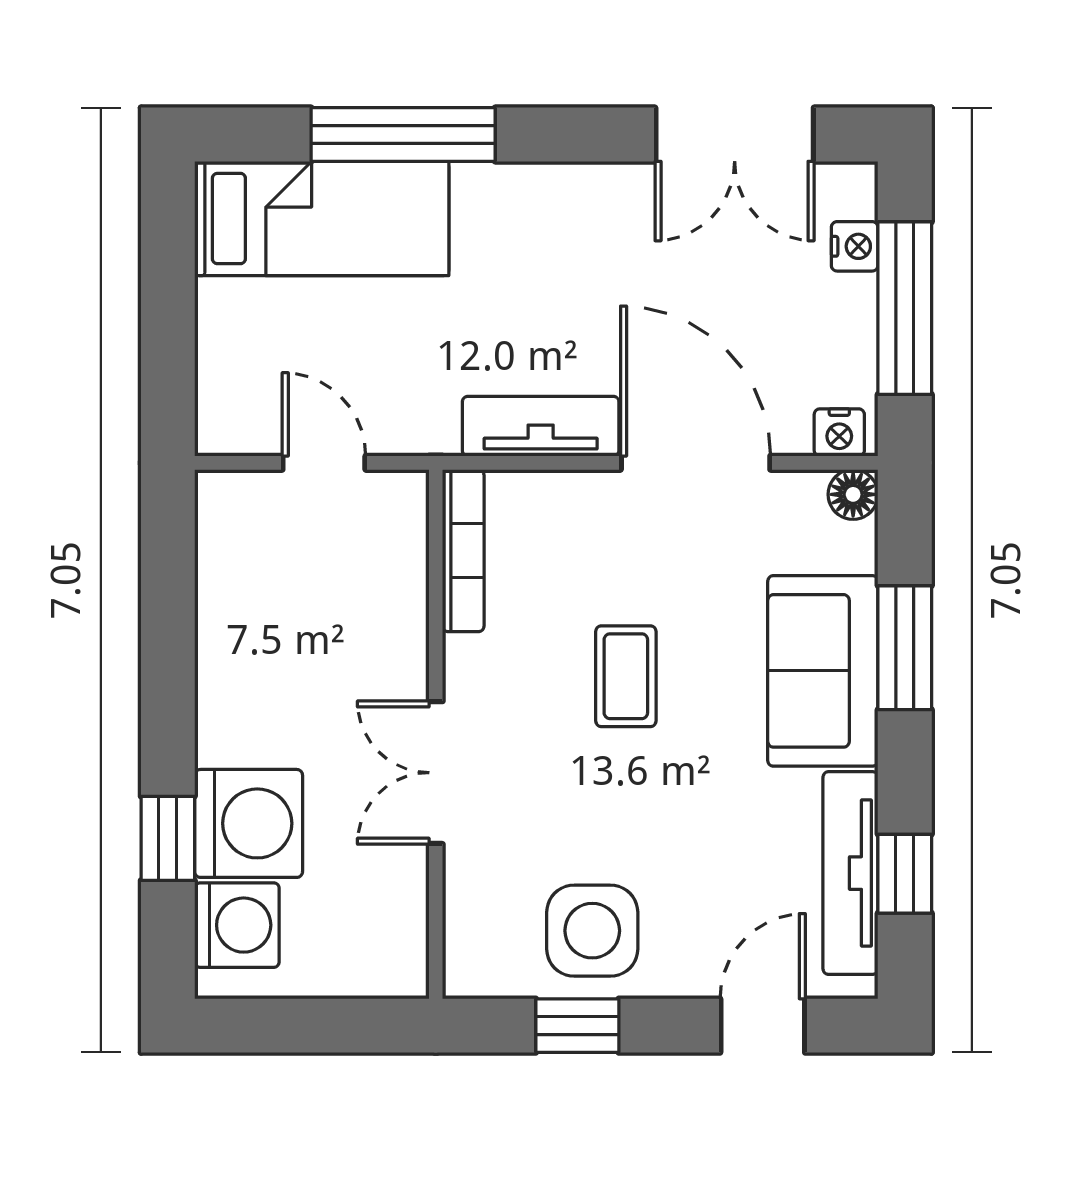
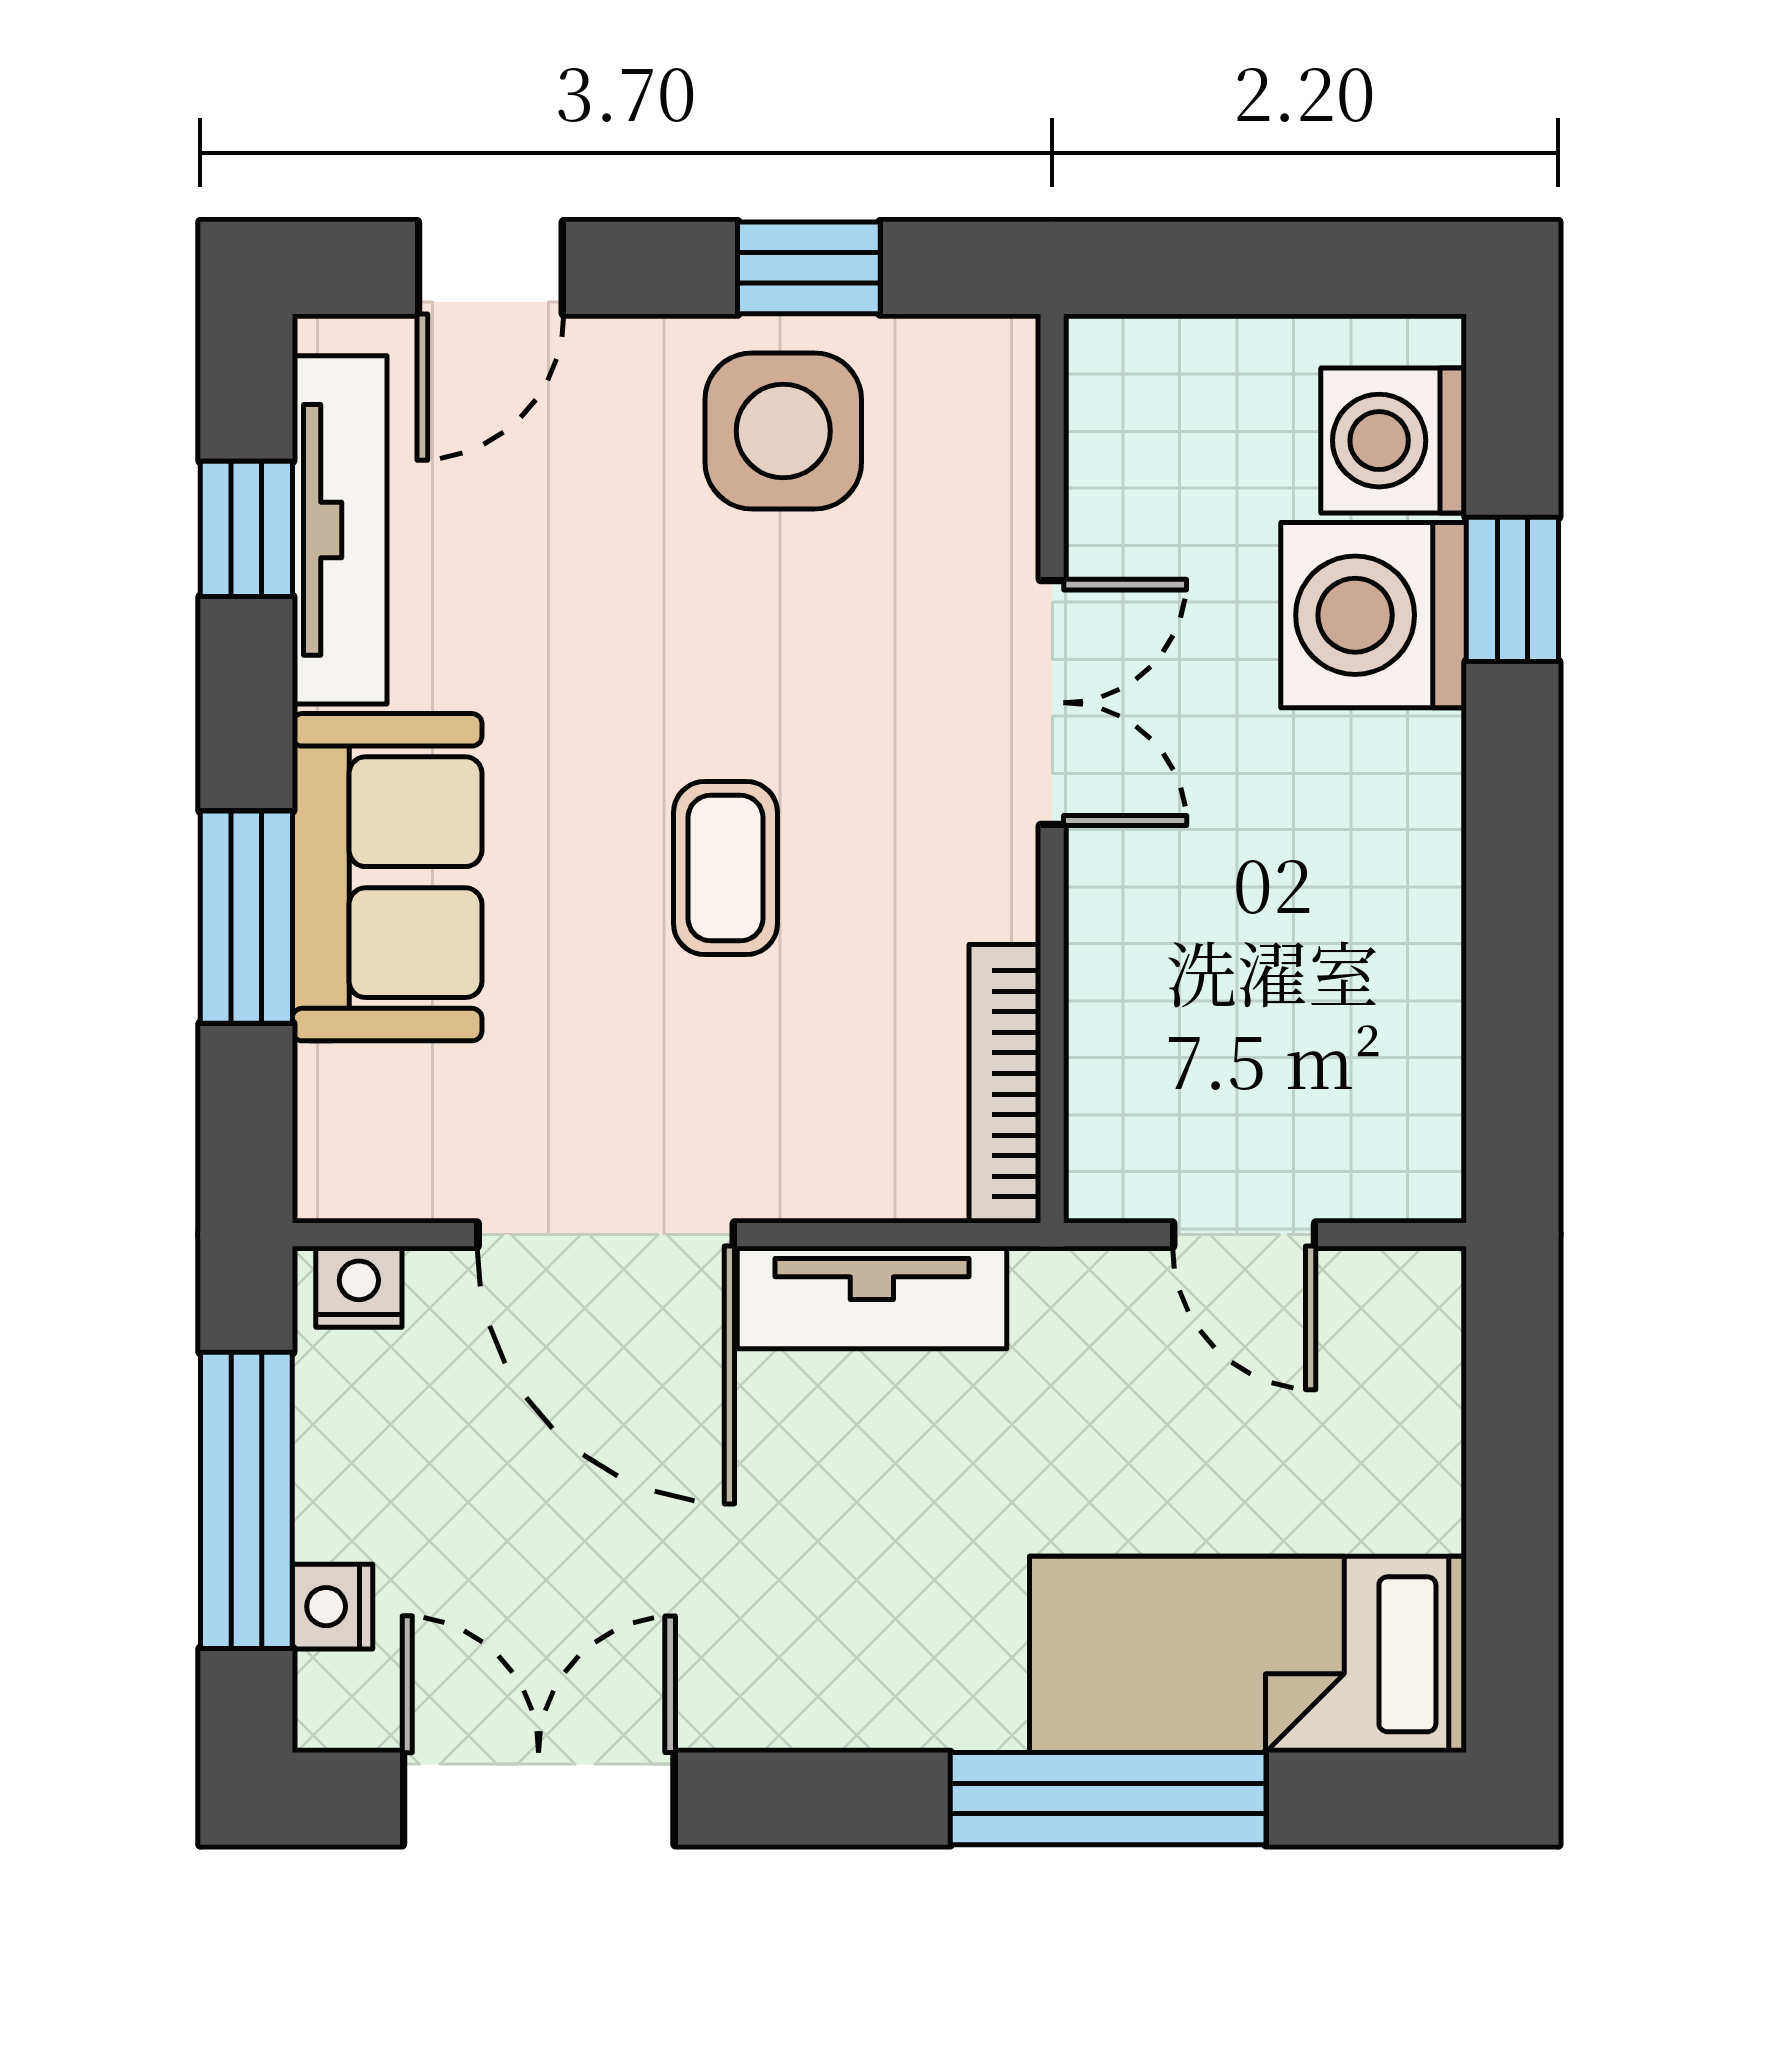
floor lamp: (853, 494) -> (335, 1180), removed

